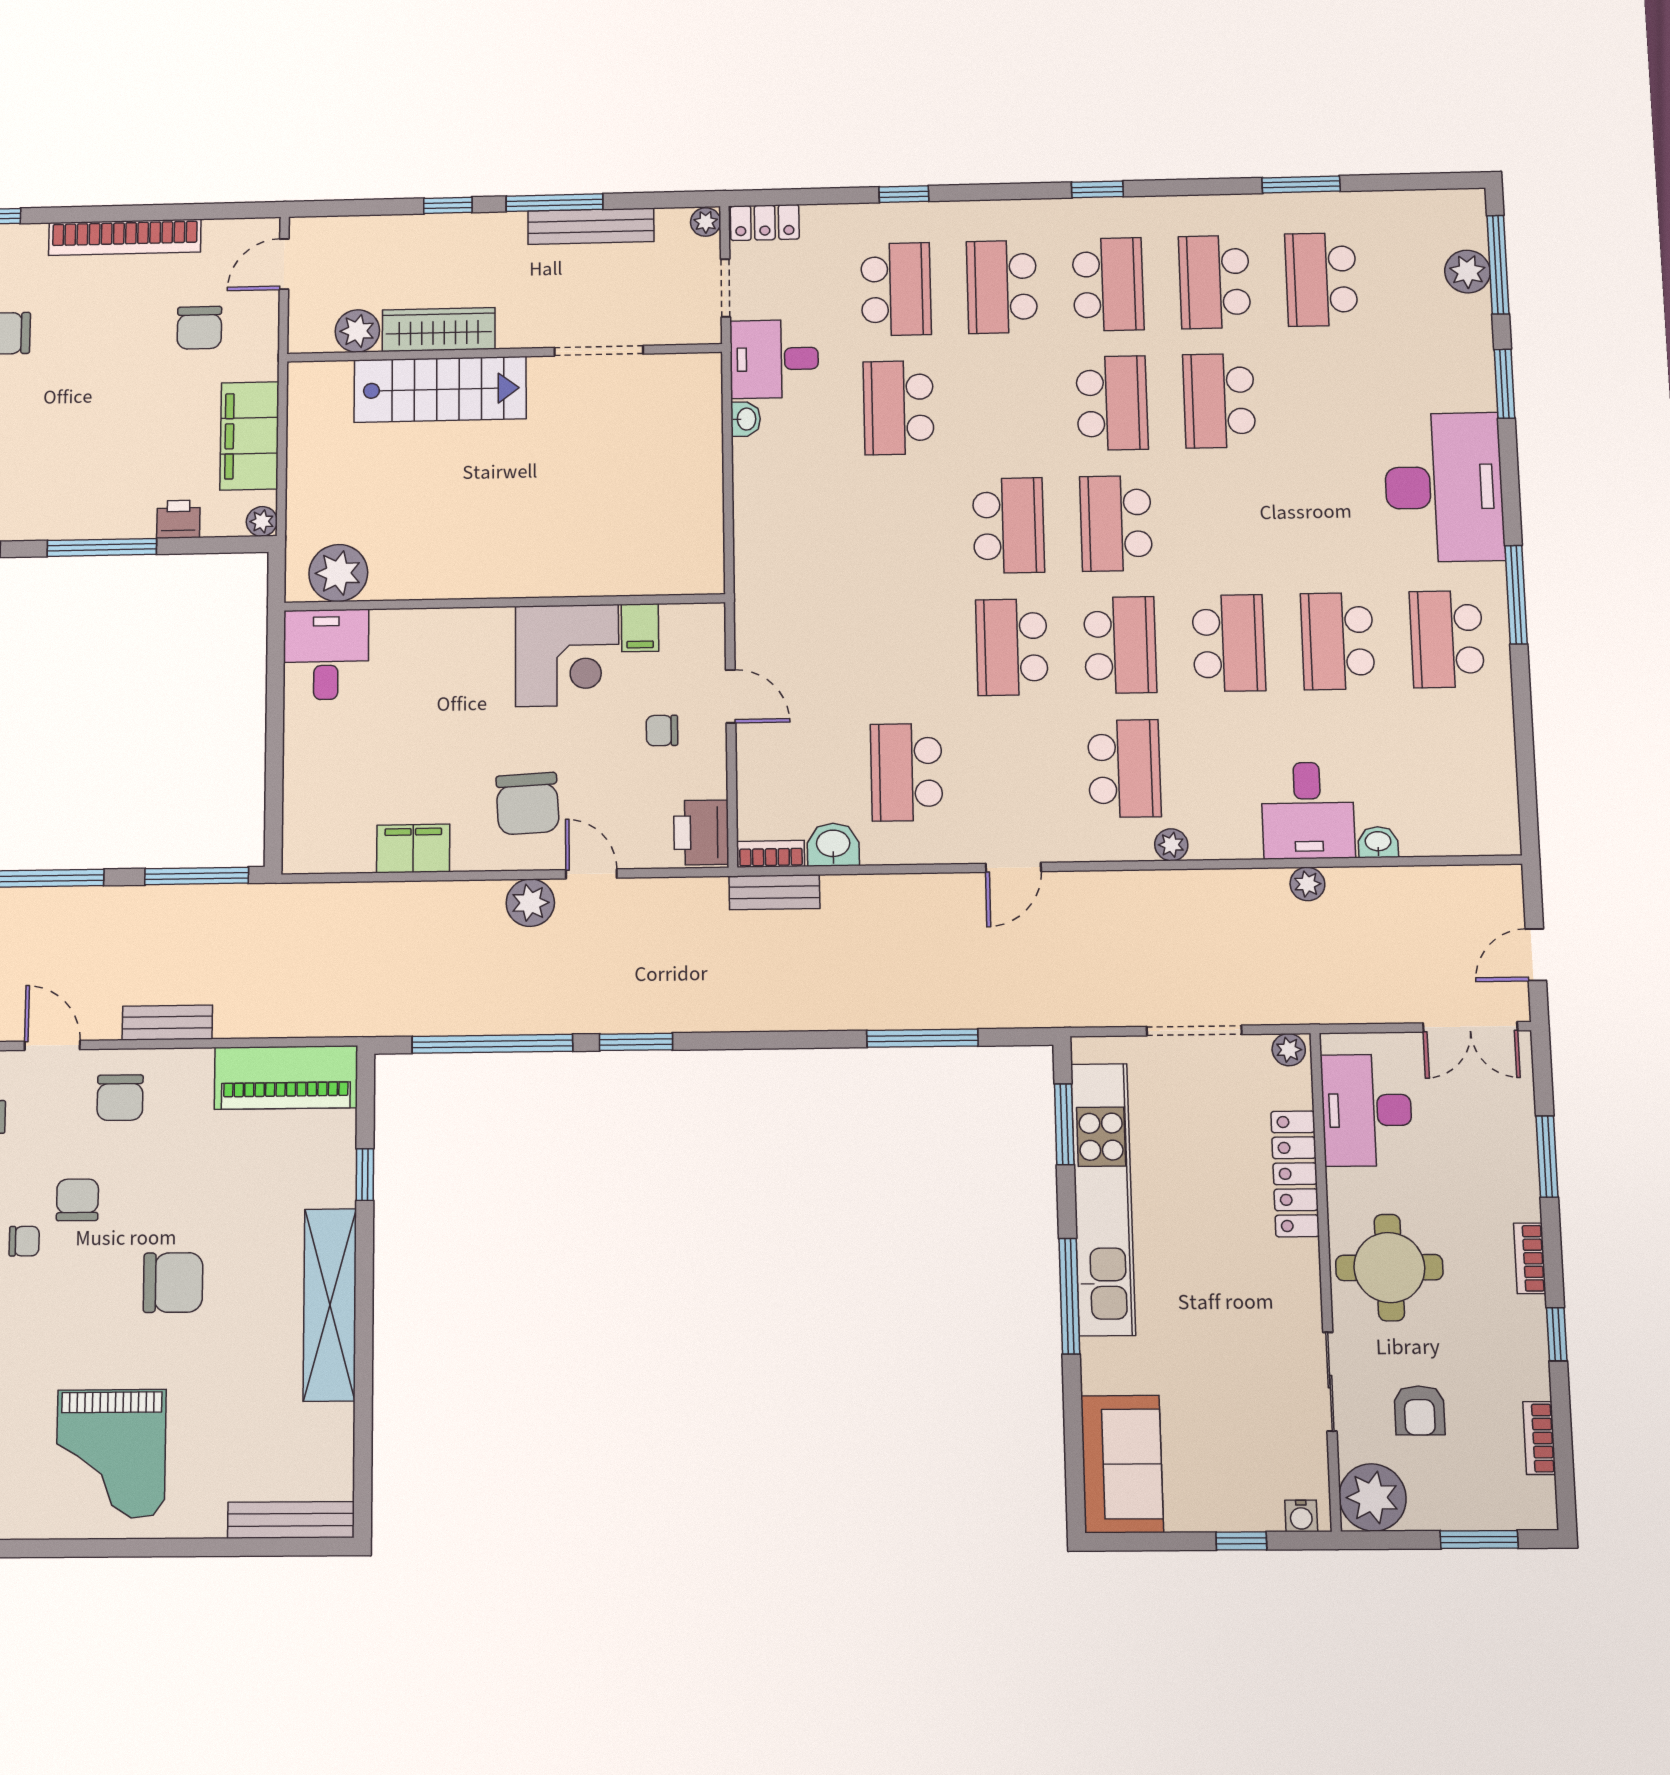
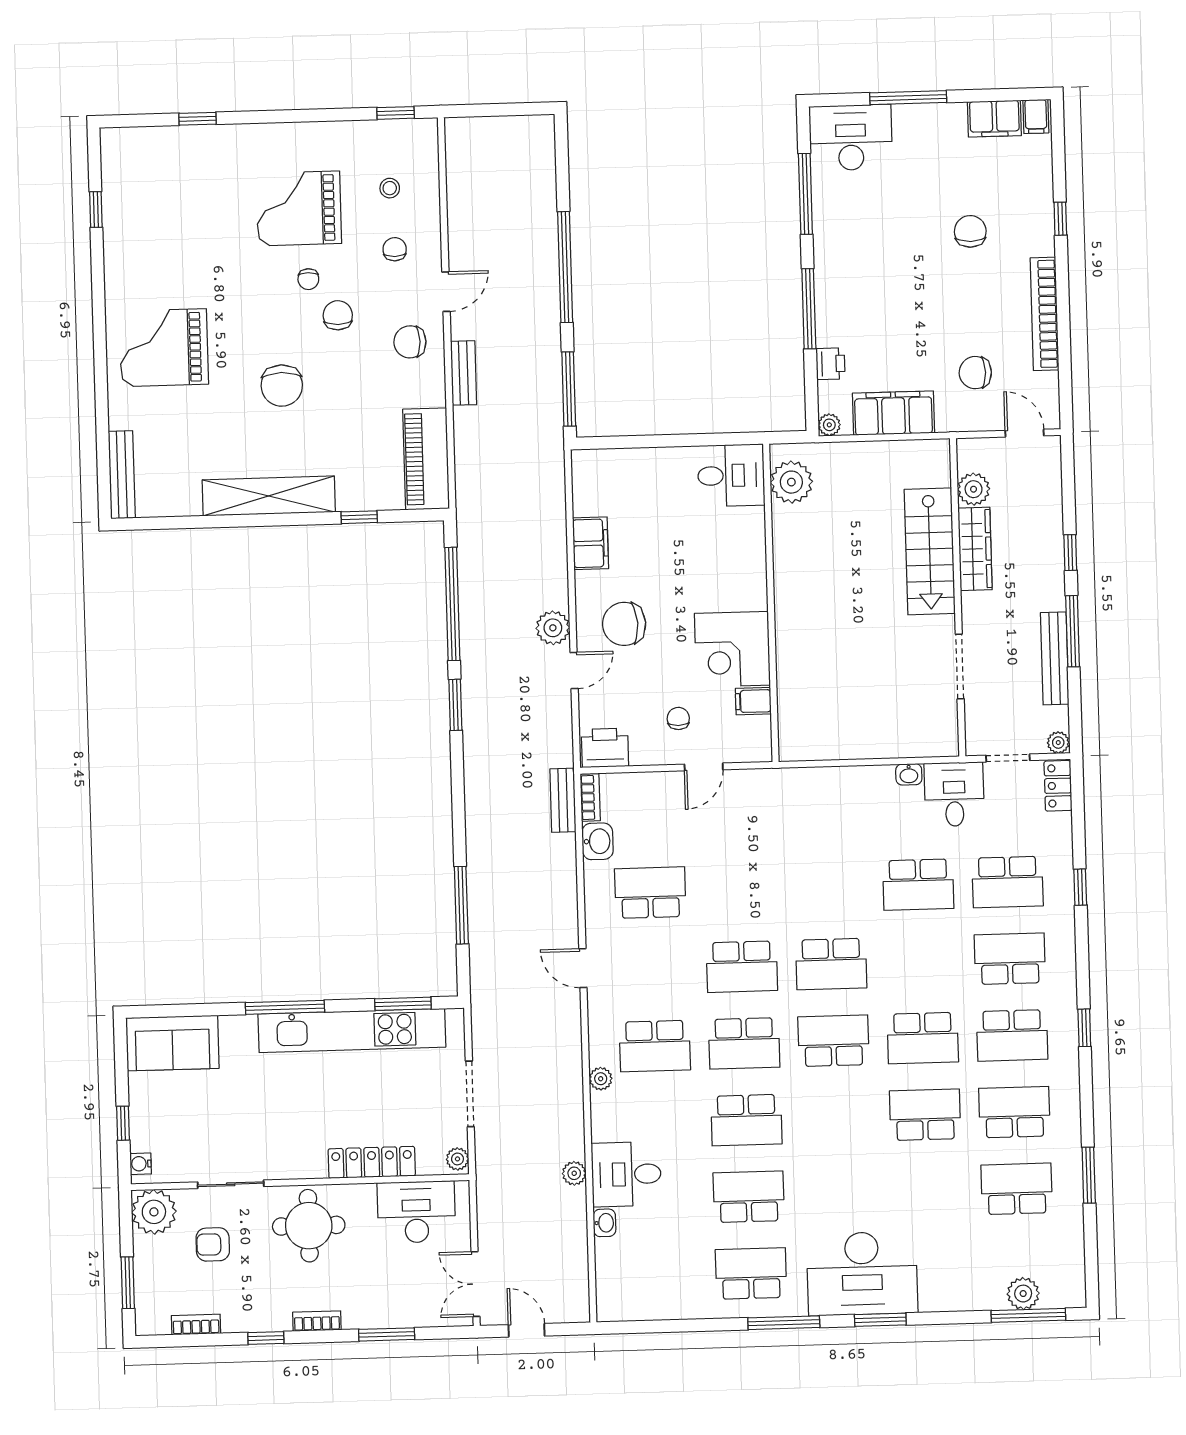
window: (1504, 384) -> (880, 1320), moved
school desk: (899, 408) -> (918, 885), turned 180
school desk: (1012, 647) -> (742, 967), turned 180
chair: (77, 1200) -> (338, 315), turned -90

